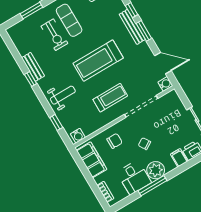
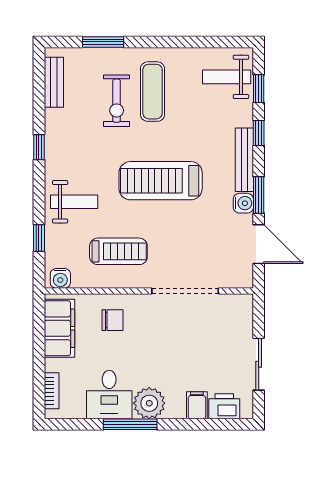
window: (144, 31) -> (259, 195), moved
bench: (33, 67) -> (54, 82), moved
water cooler: (165, 84) -> (243, 203), moved
treadmill: (110, 98) -> (118, 251), moved
chair: (144, 144) -> (156, 352), removed

